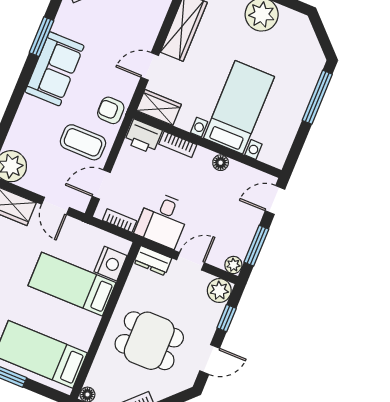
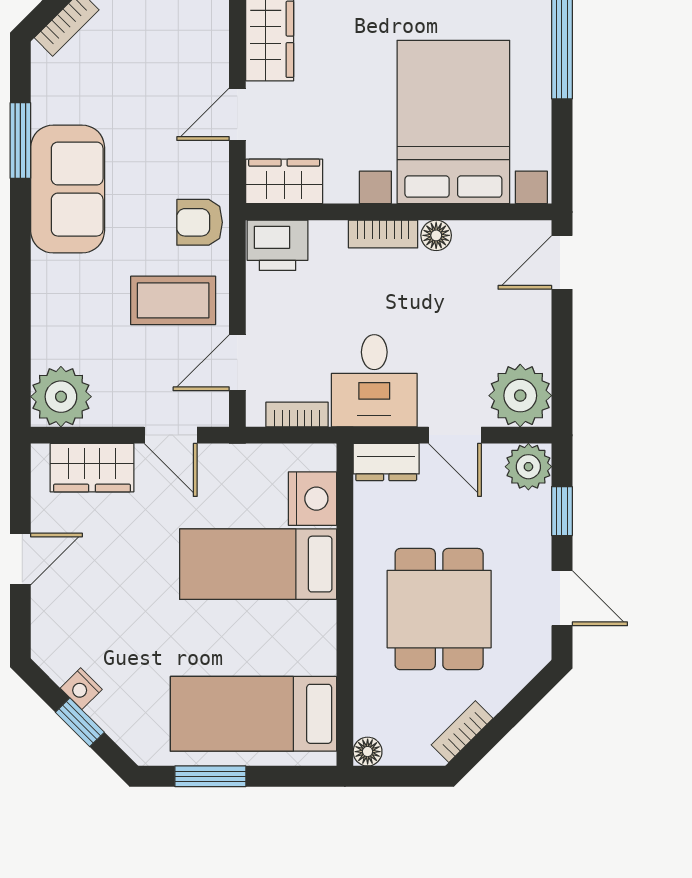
bed with nightstands: (239, 107) -> (453, 122), width x1.36
bookcase: (178, 144) -> (383, 234), moved
window: (256, 246) -> (562, 358), removed
door: (191, 261) -> (455, 435), swing flipped
plant: (233, 265) -> (520, 396), width x1.88, depth x1.88
dining table: (149, 341) -> (439, 609), turned 90
door: (210, 359) -> (562, 598), hinge flipped

